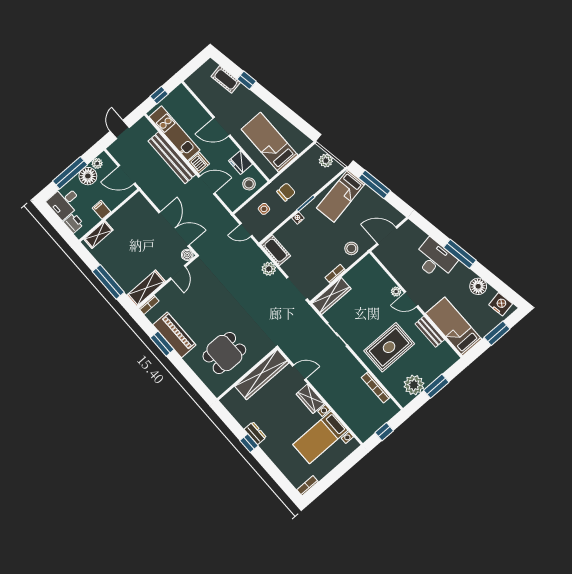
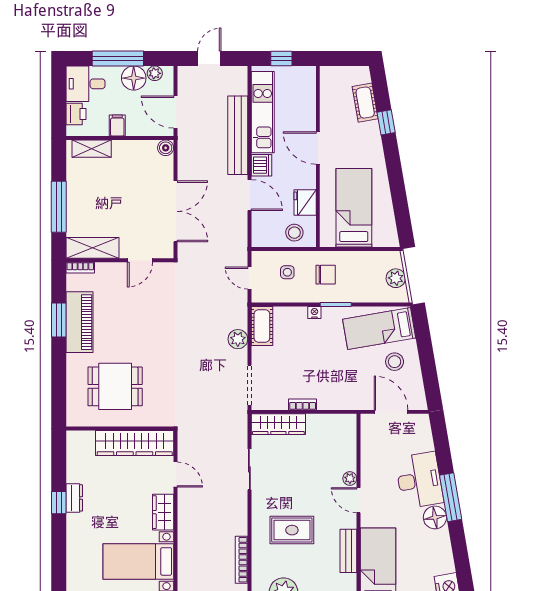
window: (375, 184) -> (425, 347), removed
stool: (351, 248) -> (395, 362), moved
boiler: (187, 255) -> (166, 148), moved
floor lamp: (478, 286) -> (435, 517), moved
rug: (389, 347) -> (292, 530), width x0.73, depth x0.70

